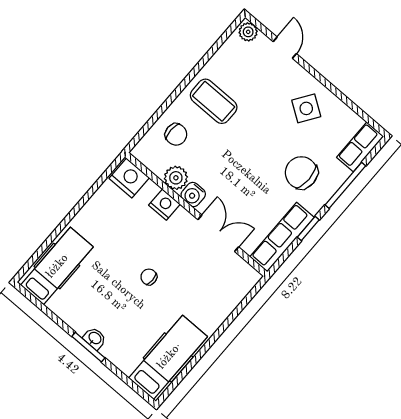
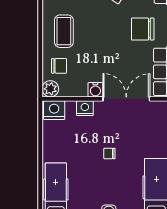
coffee table: (214, 101) -> (64, 31), turned 90
plant: (176, 178) -> (50, 89), moved
double door: (218, 233) -> (126, 99), width x1.37

